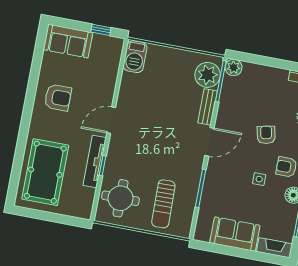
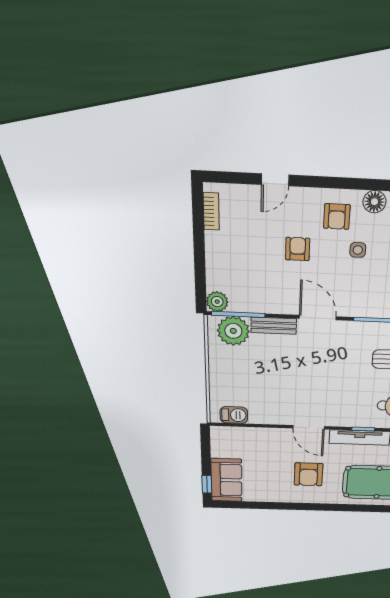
window: (101, 30) -> (207, 484), moved
barbecue: (135, 57) -> (234, 415), width x0.73, depth x0.79
armchair: (58, 98) -> (308, 474), moved, turned 180
armchair: (266, 135) -> (298, 249), turned 102

